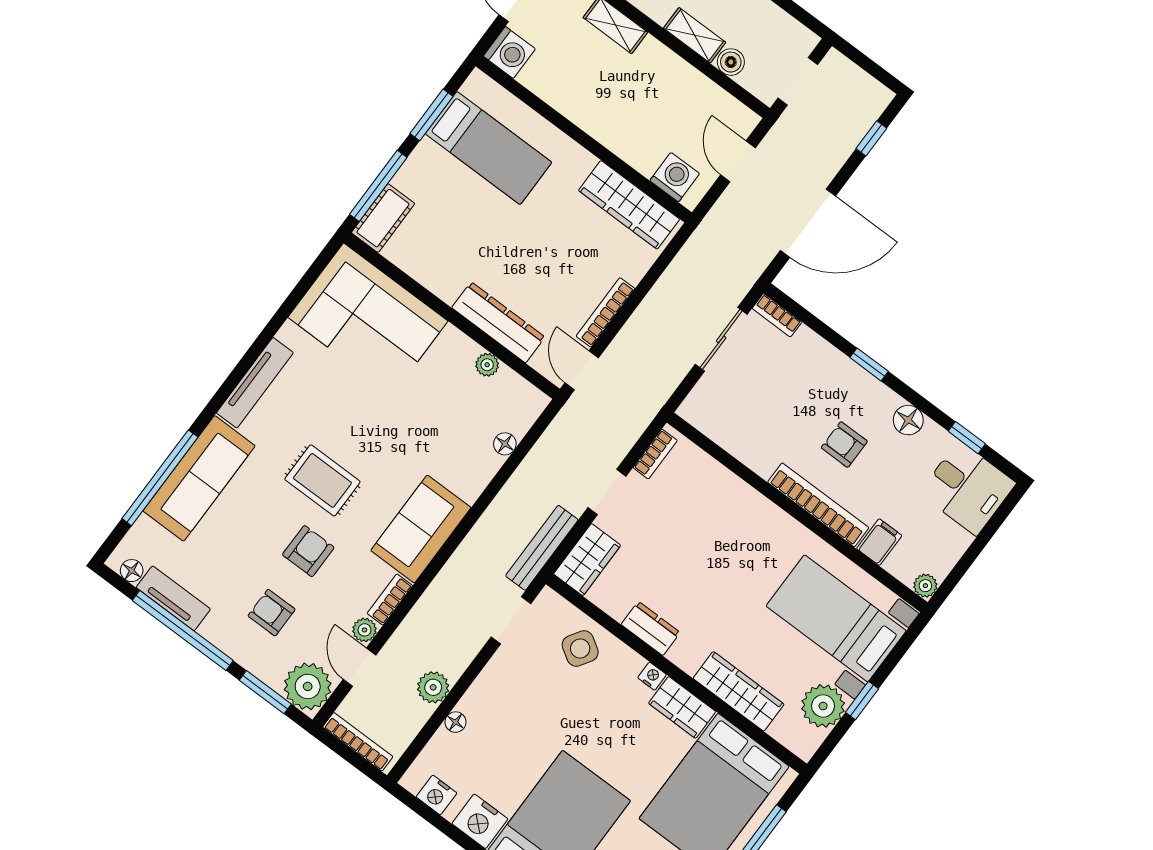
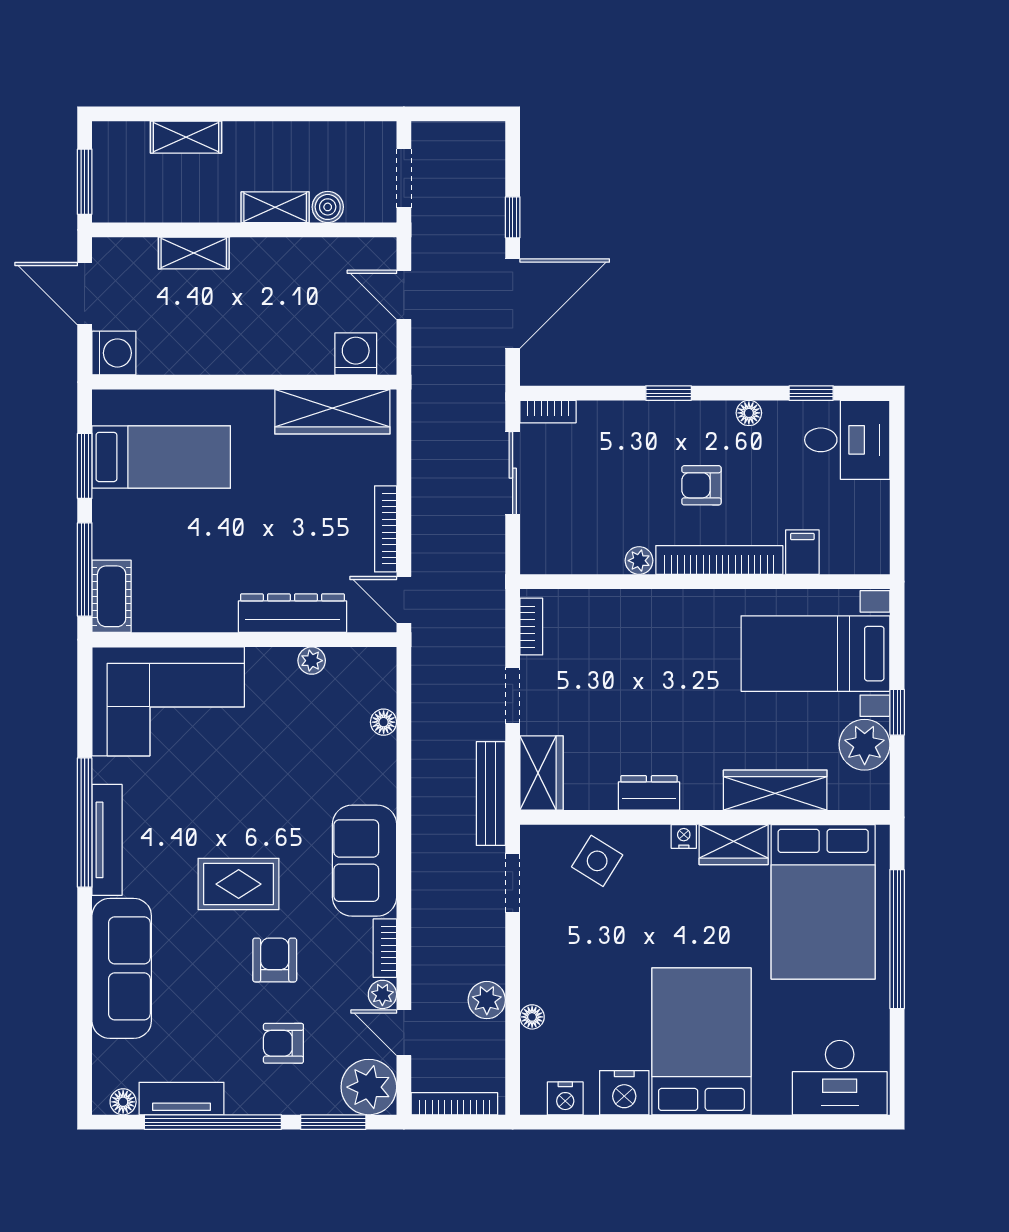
window: (871, 138) -> (513, 217), moved
floor lamp: (908, 420) -> (749, 413), width x0.73, depth x0.73
window: (160, 478) -> (85, 823), moved
plant: (925, 586) -> (639, 561), moved

